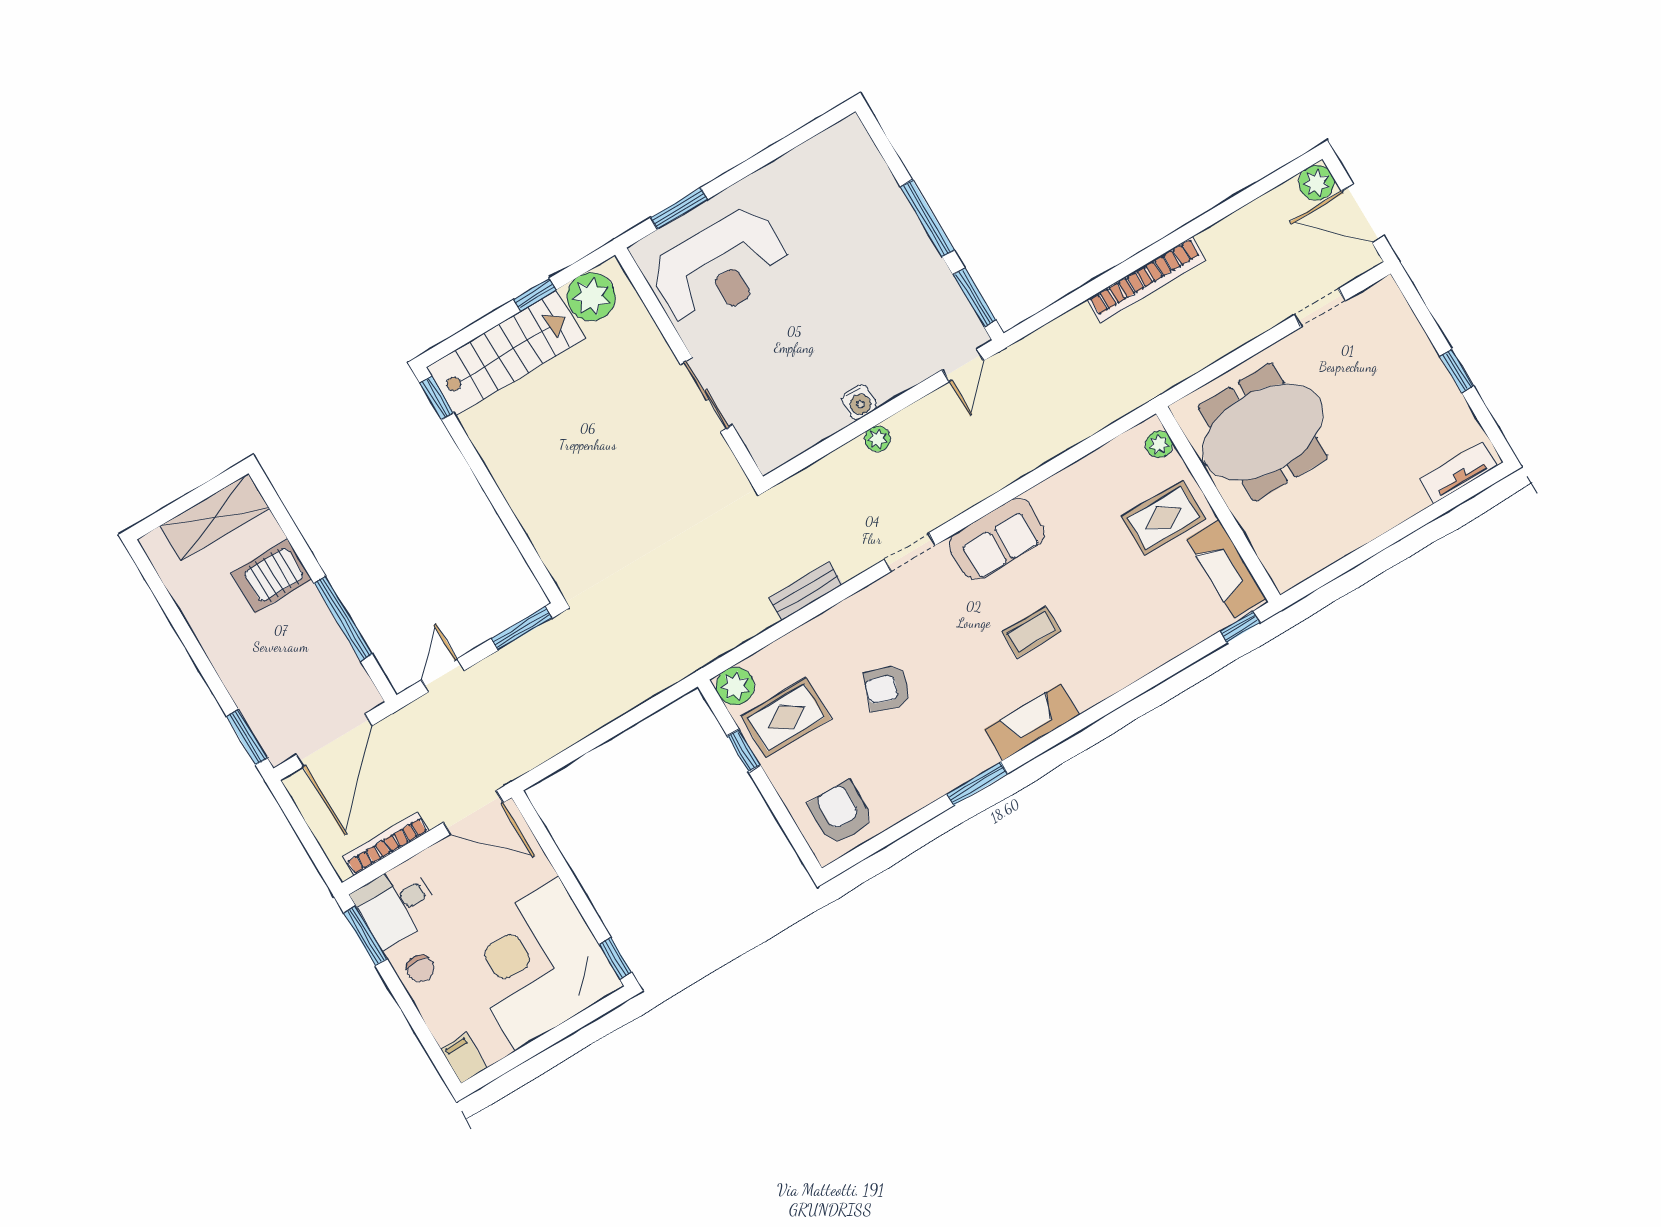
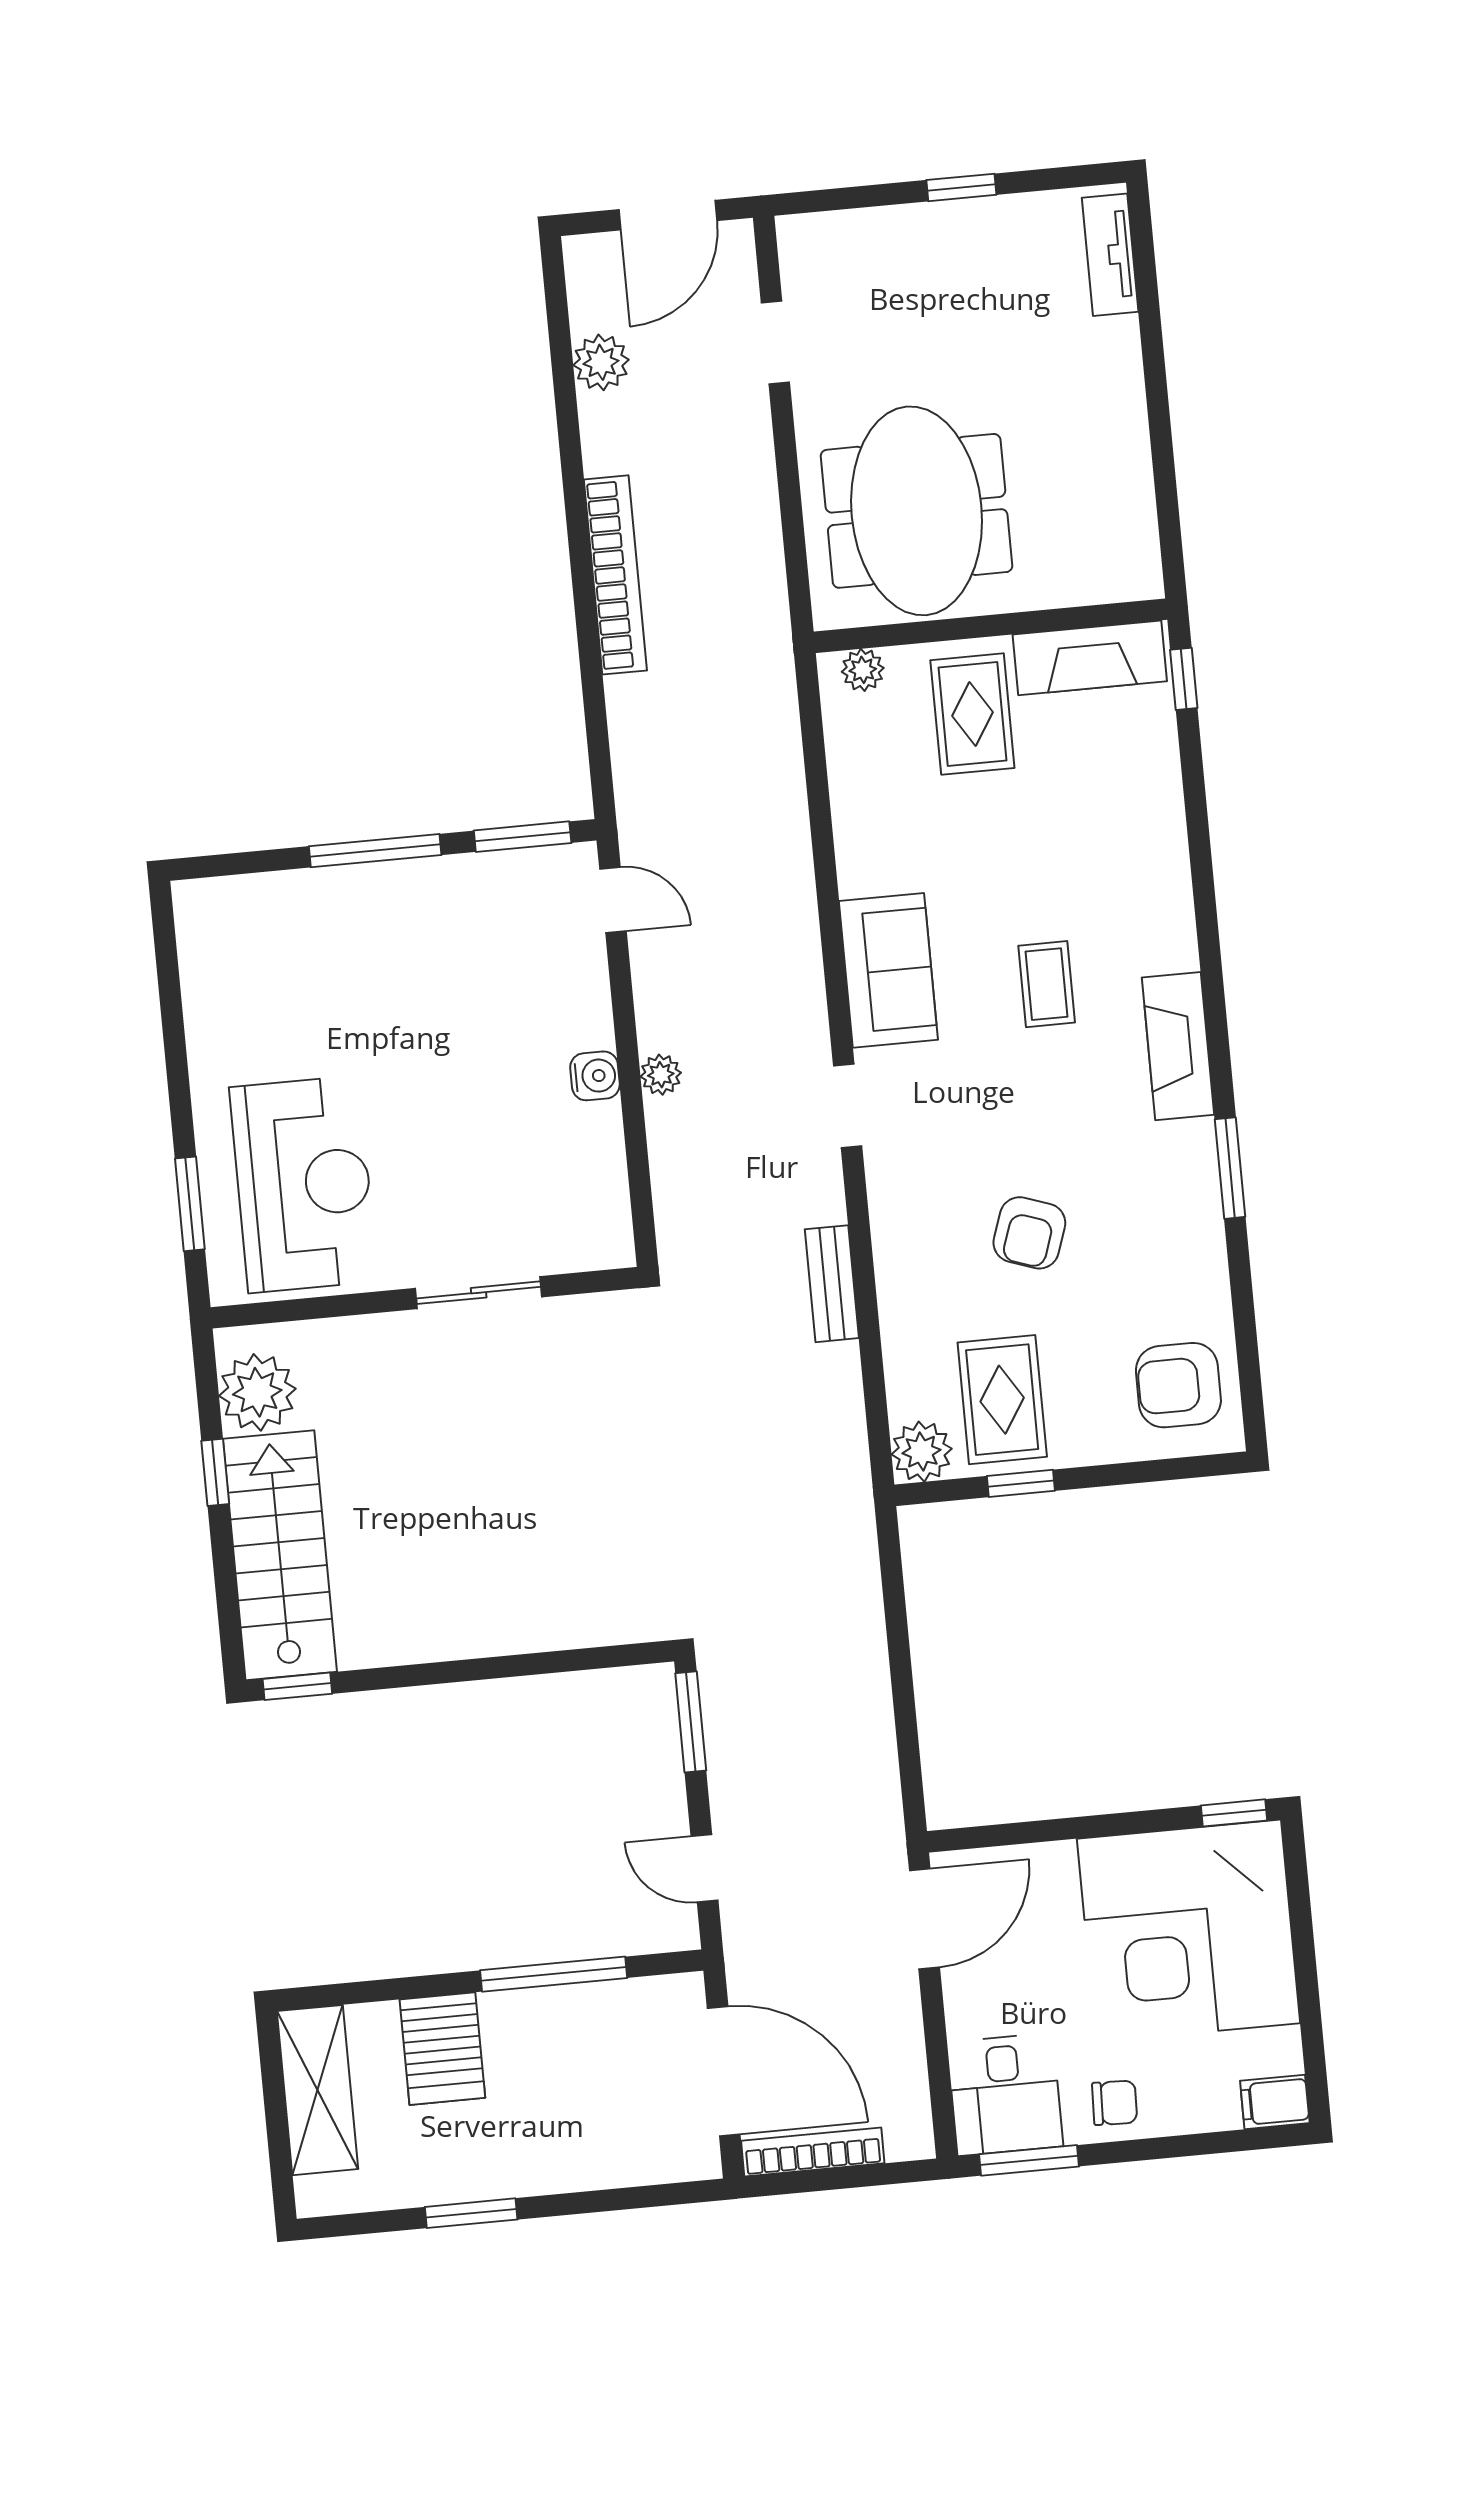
plant: (1316, 183) -> (601, 362), moved
window: (247, 737) -> (471, 2213), moved
bookcase: (386, 844) -> (813, 2152), moved, turned 90

